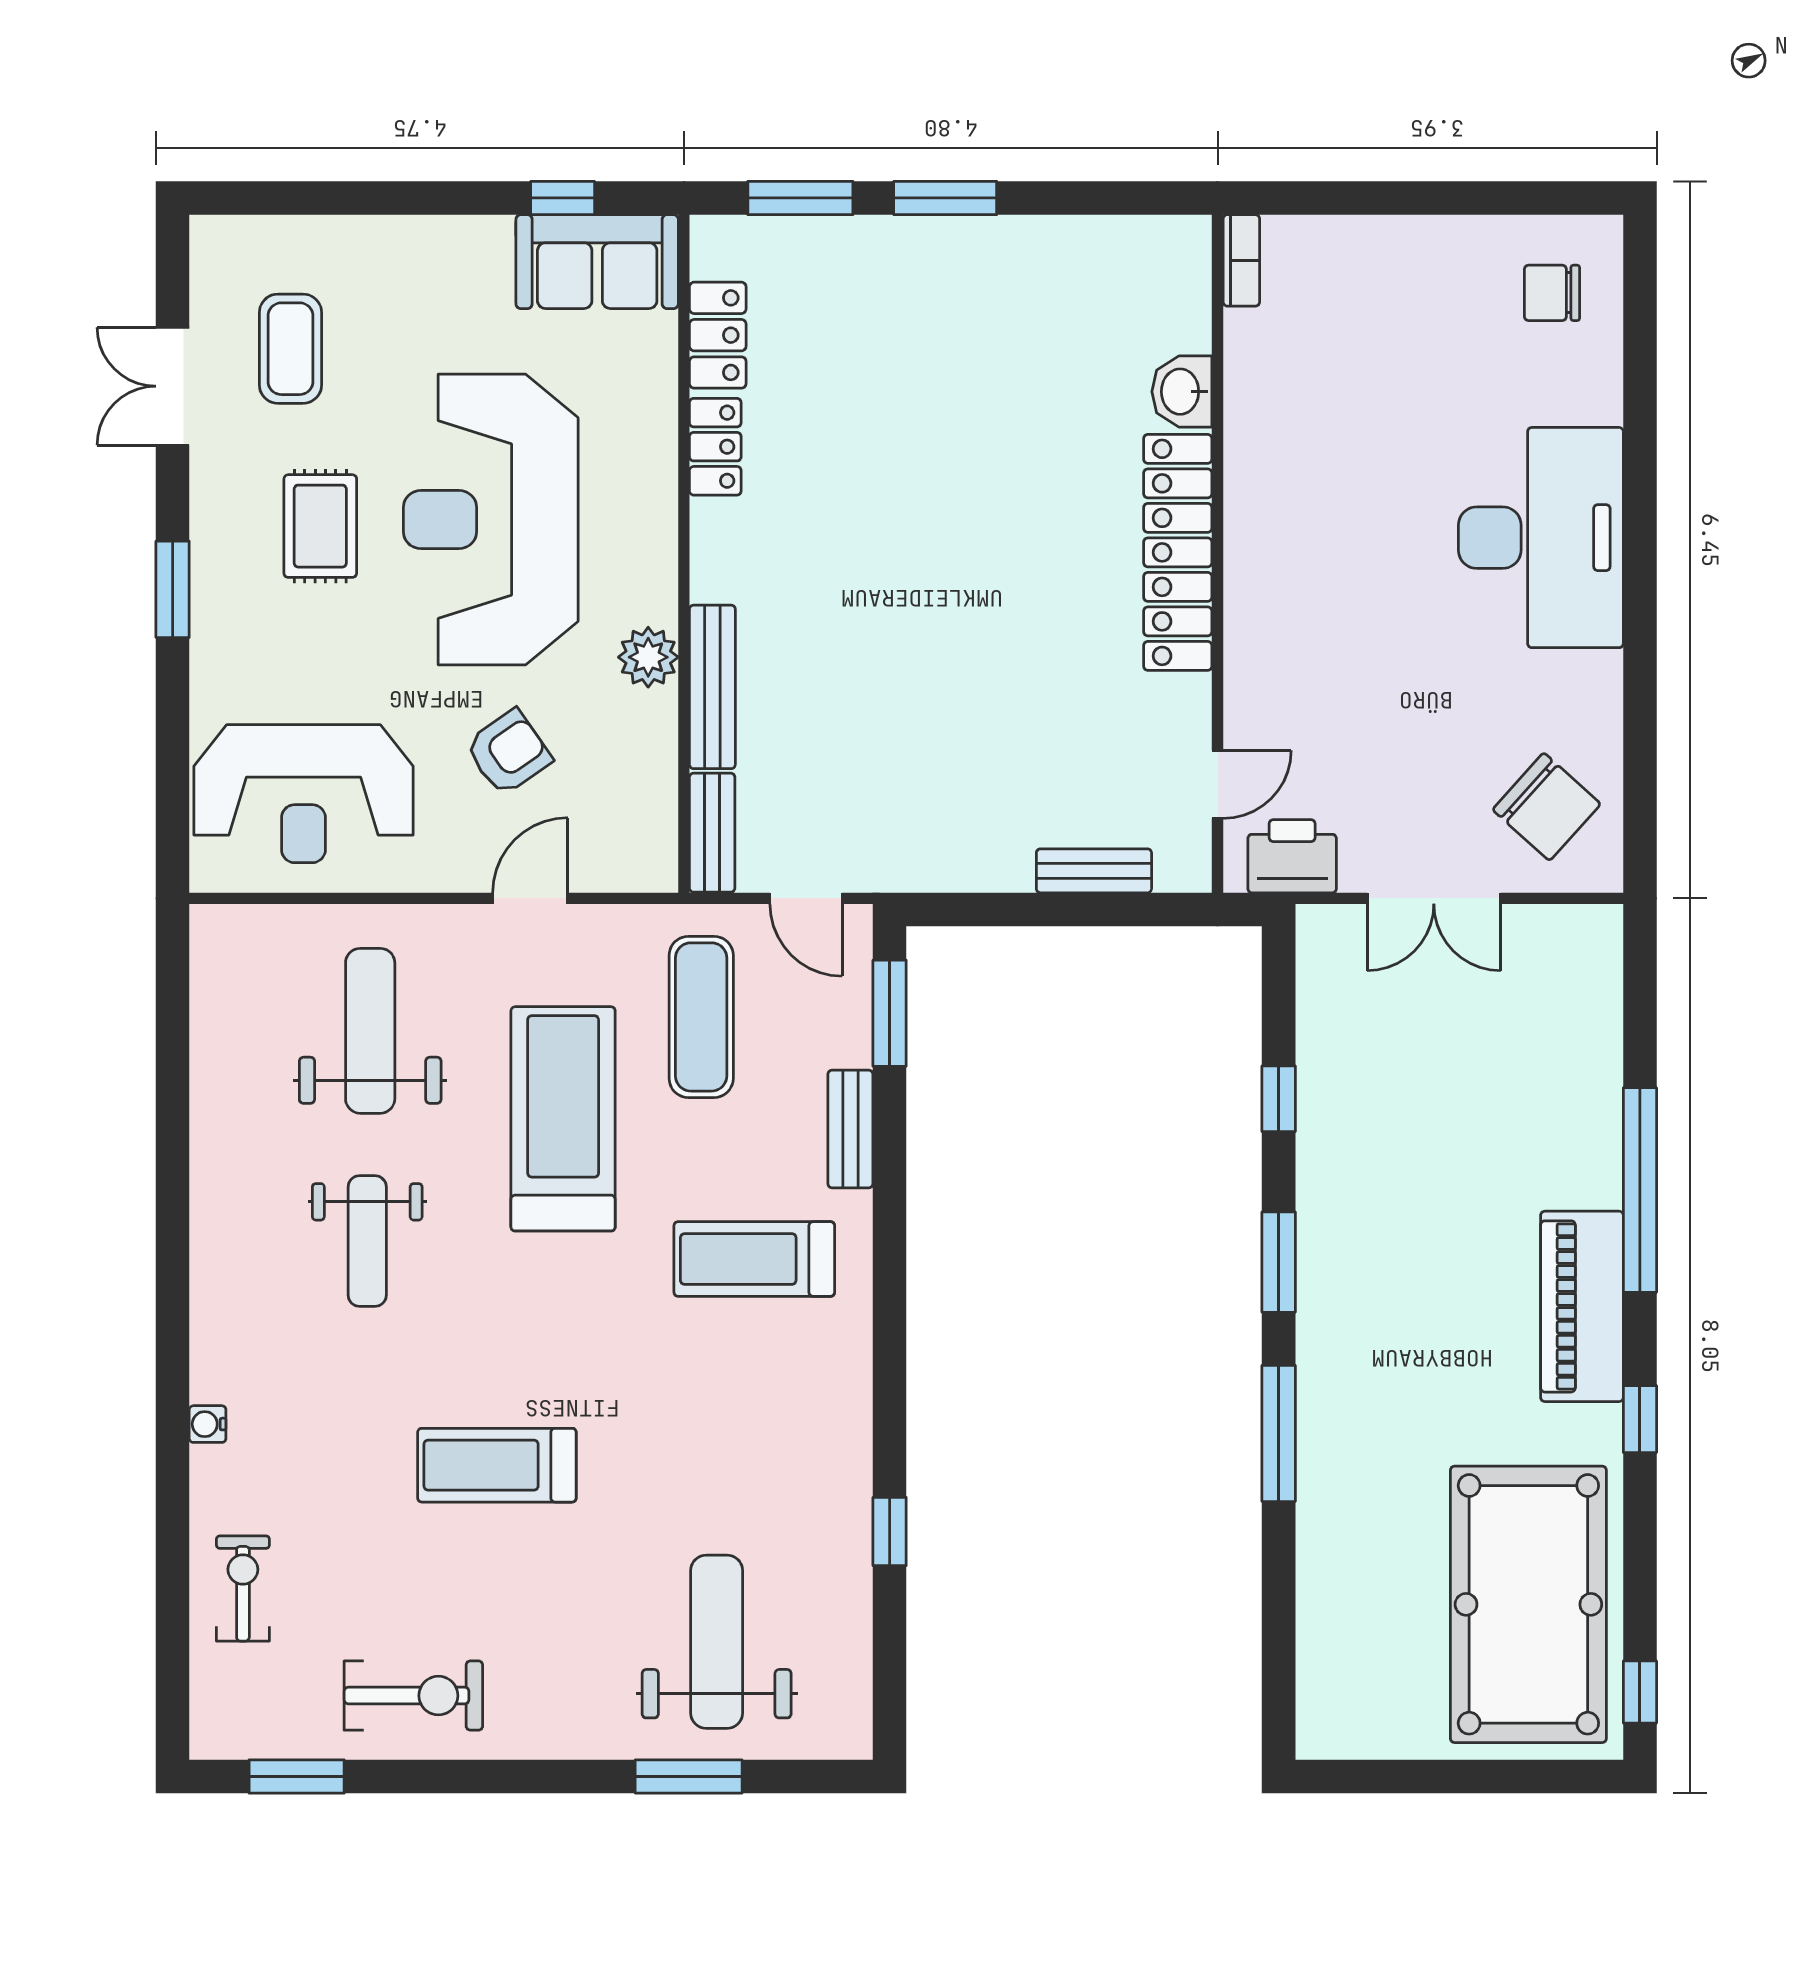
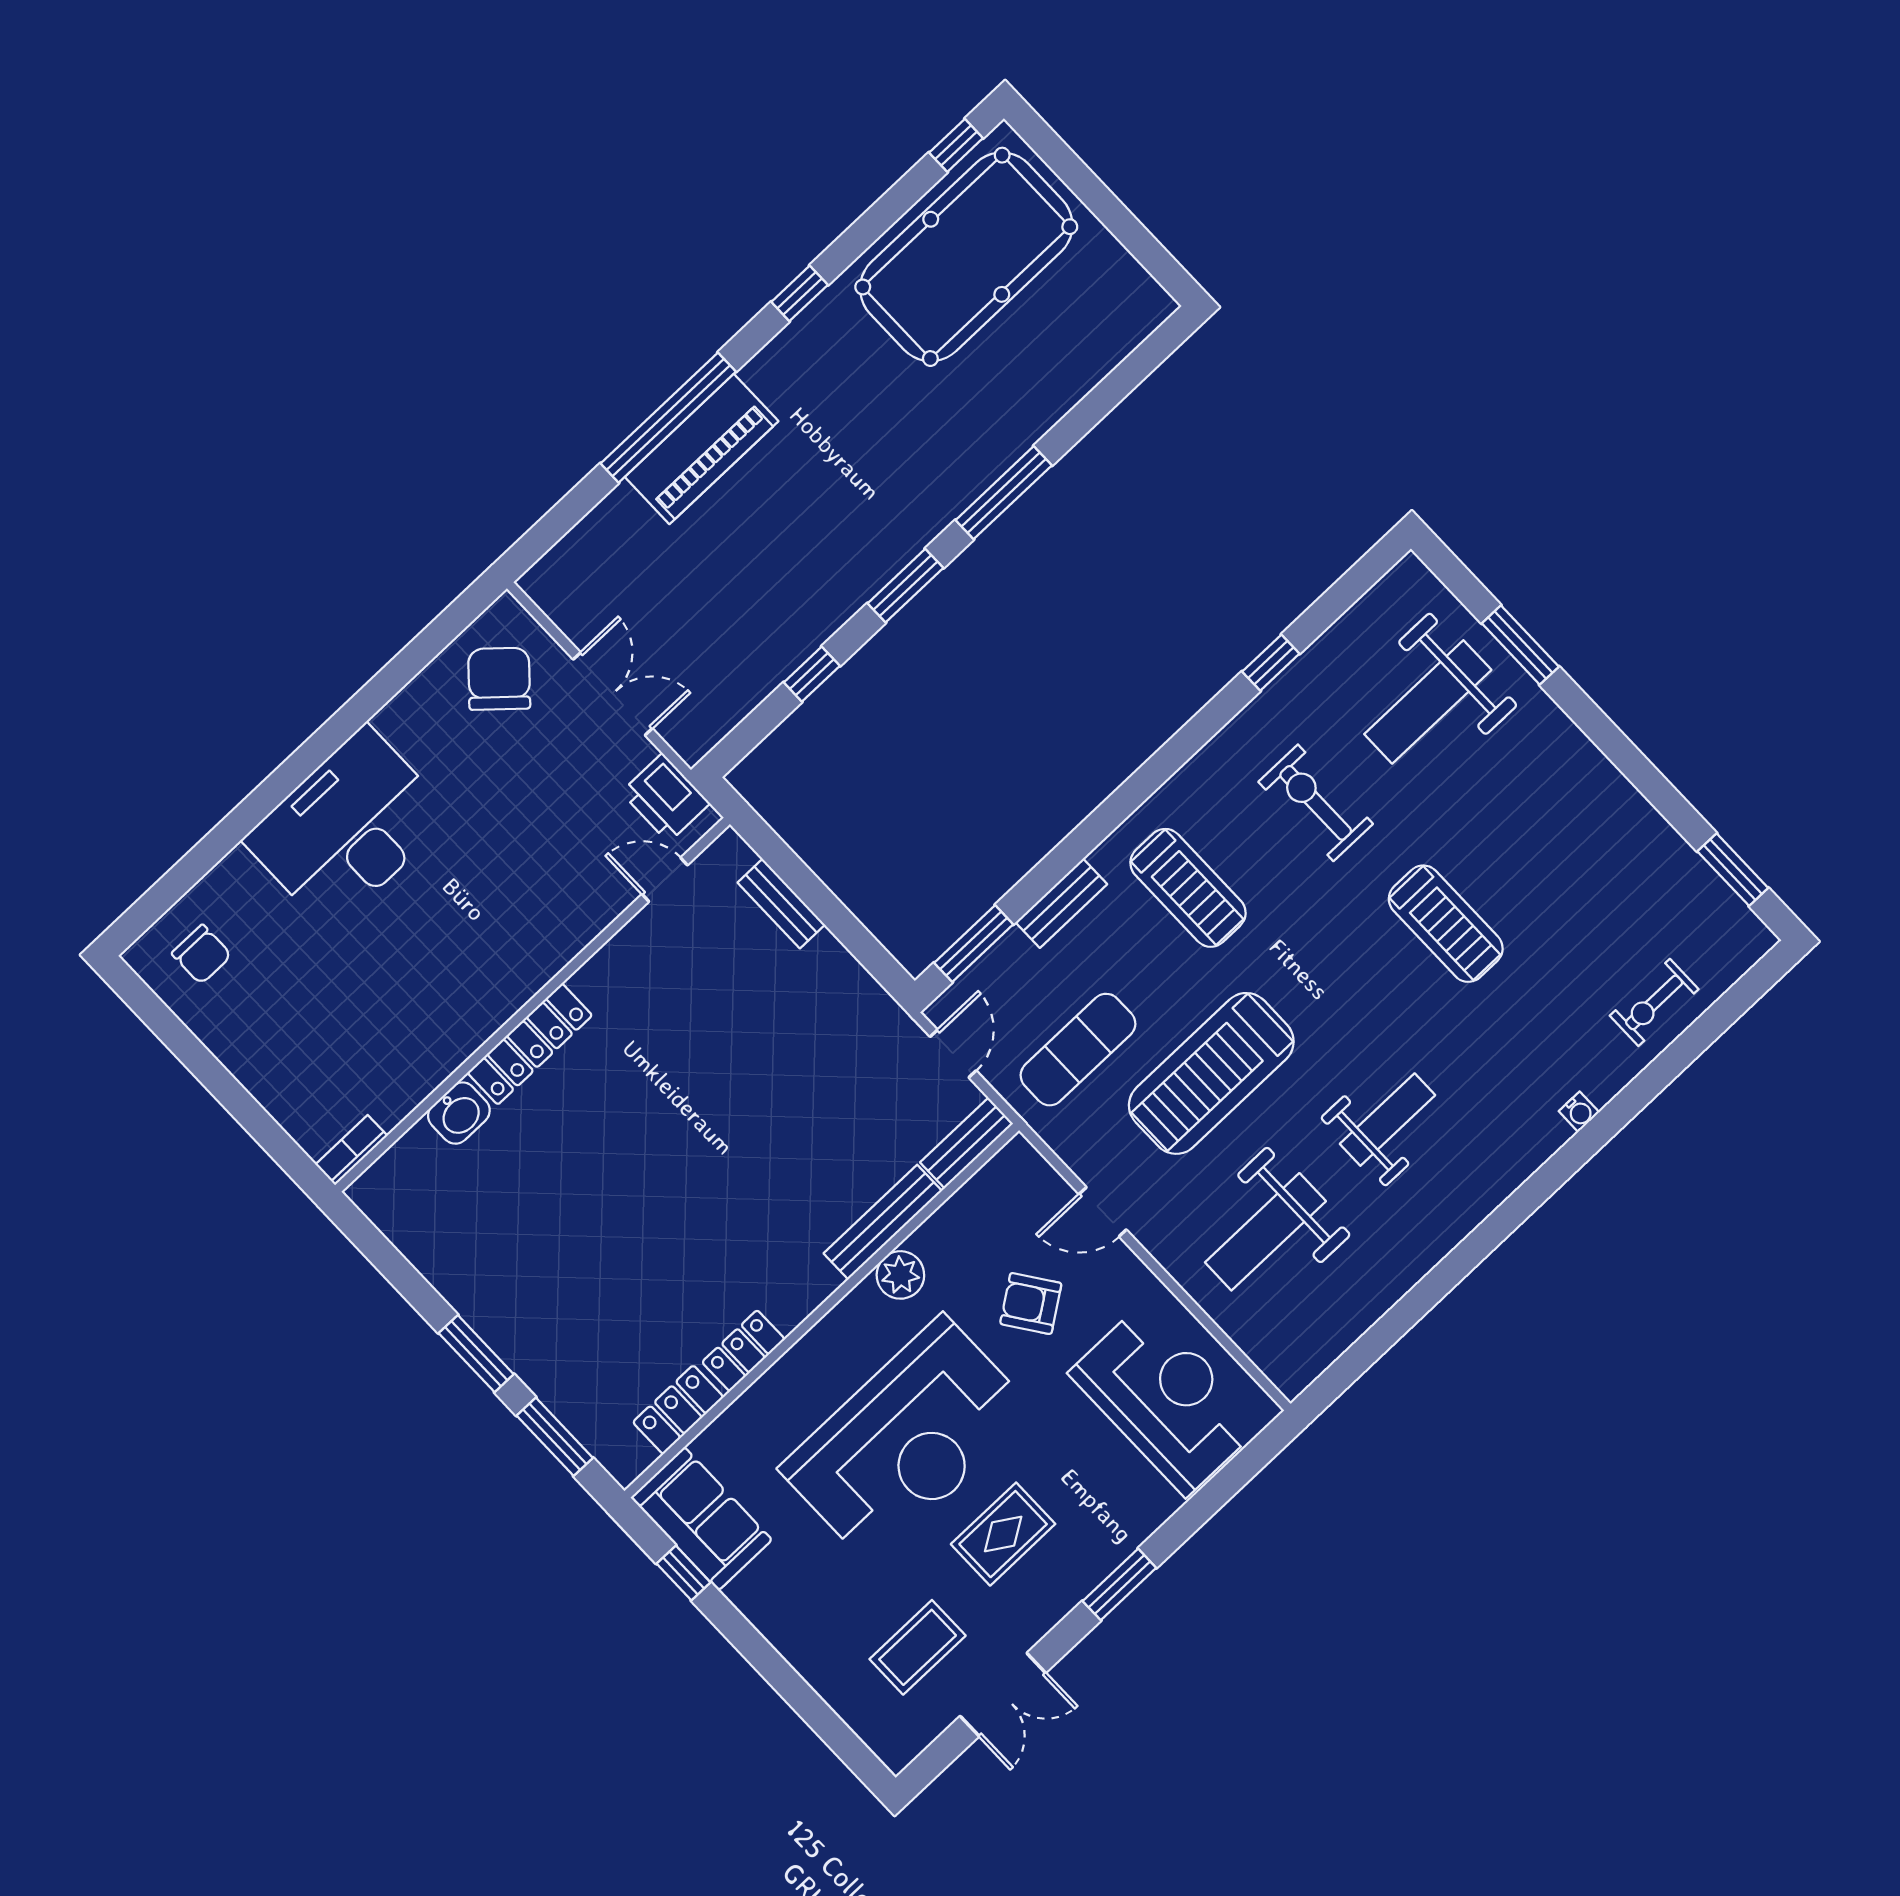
locker: (1178, 552) -> (530, 1044), width x0.71, depth x0.83
piano: (1582, 1306) -> (702, 449), moved
exercise bike: (413, 1696) -> (1316, 803), moved

